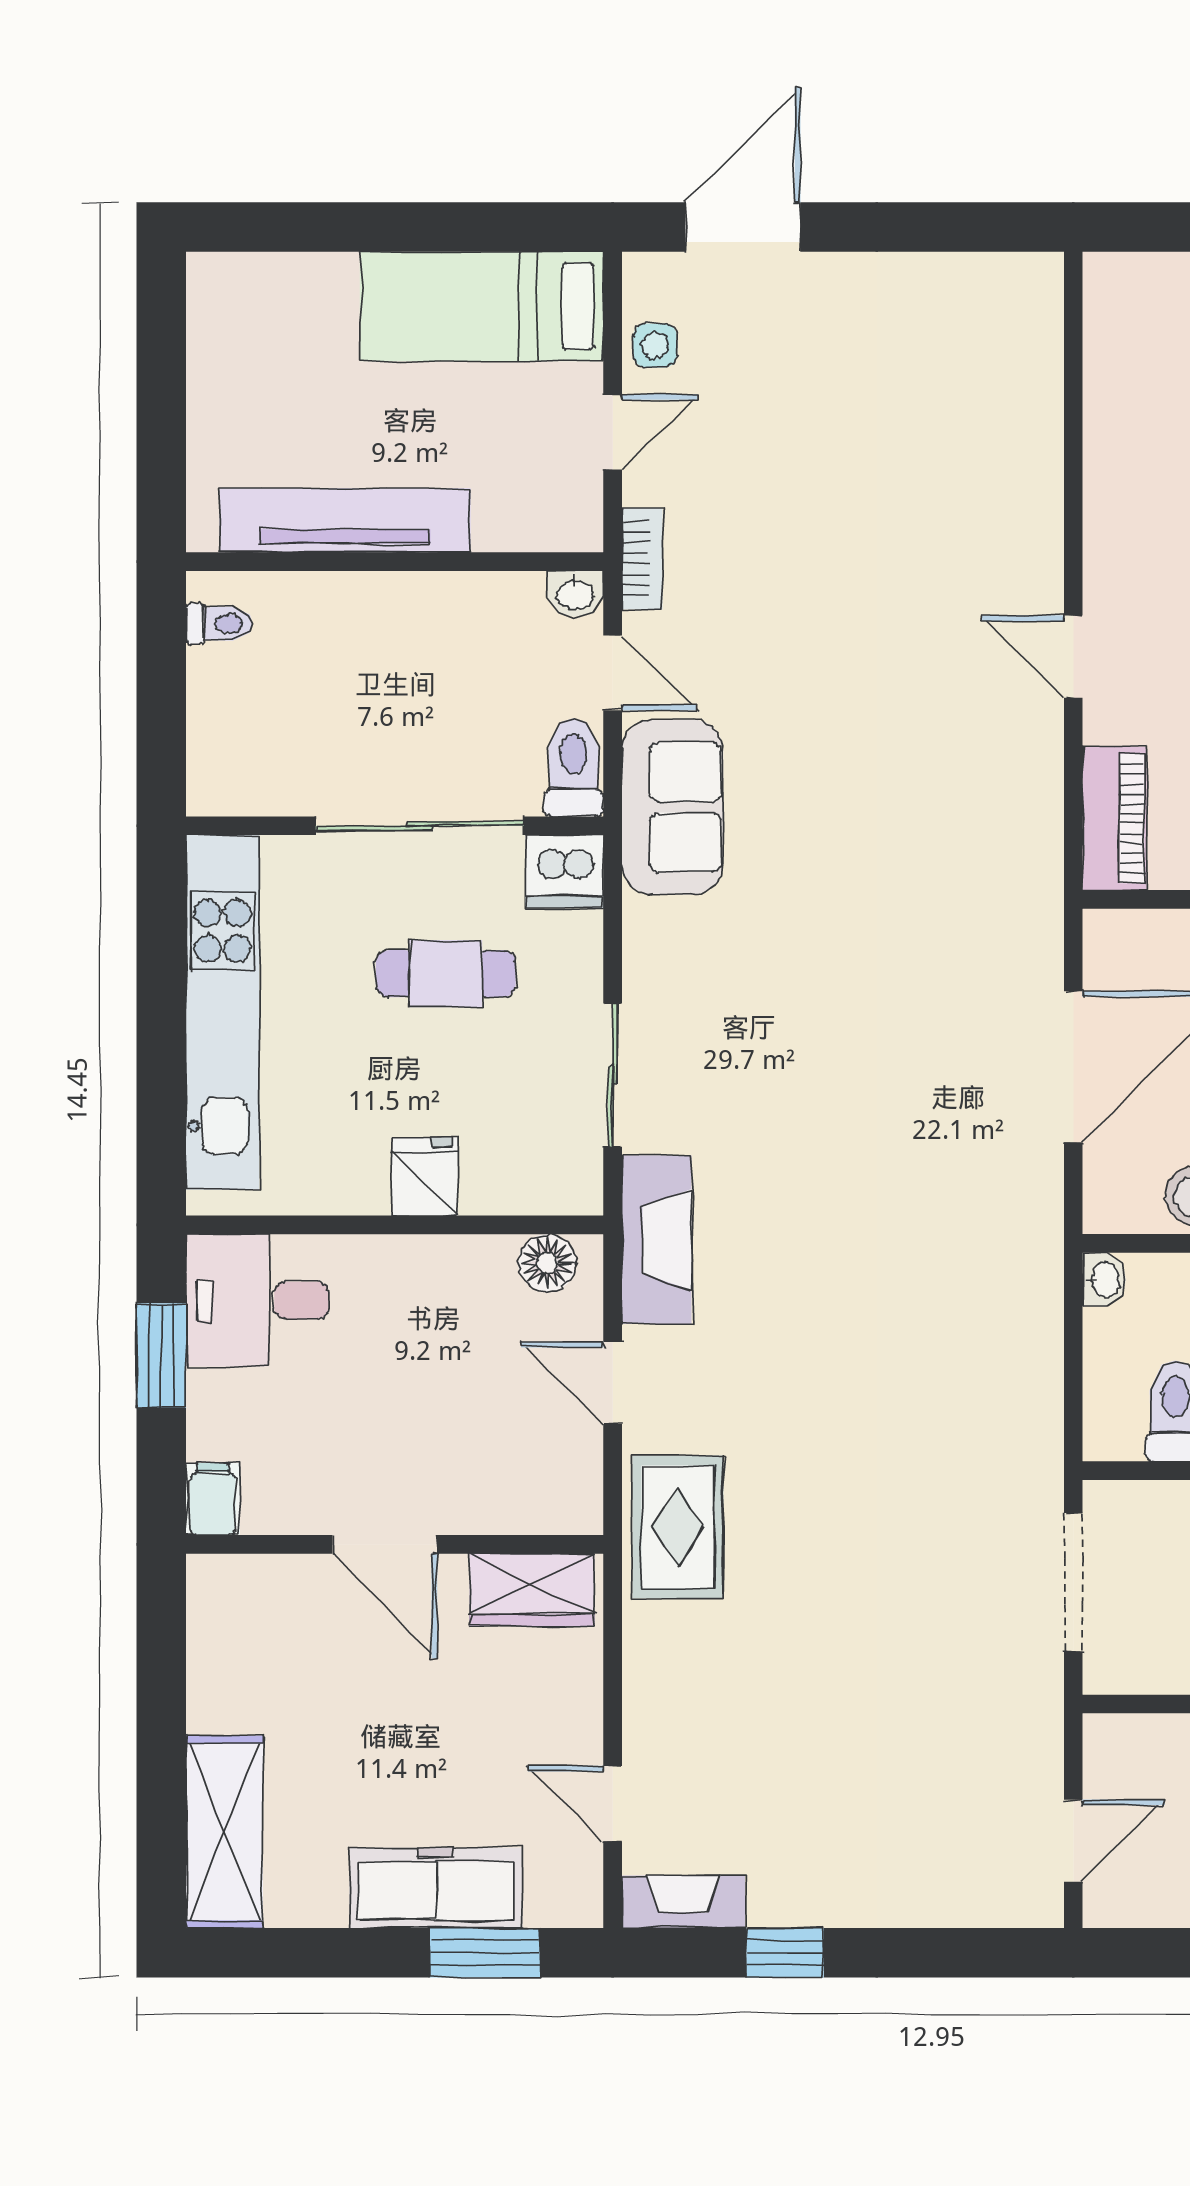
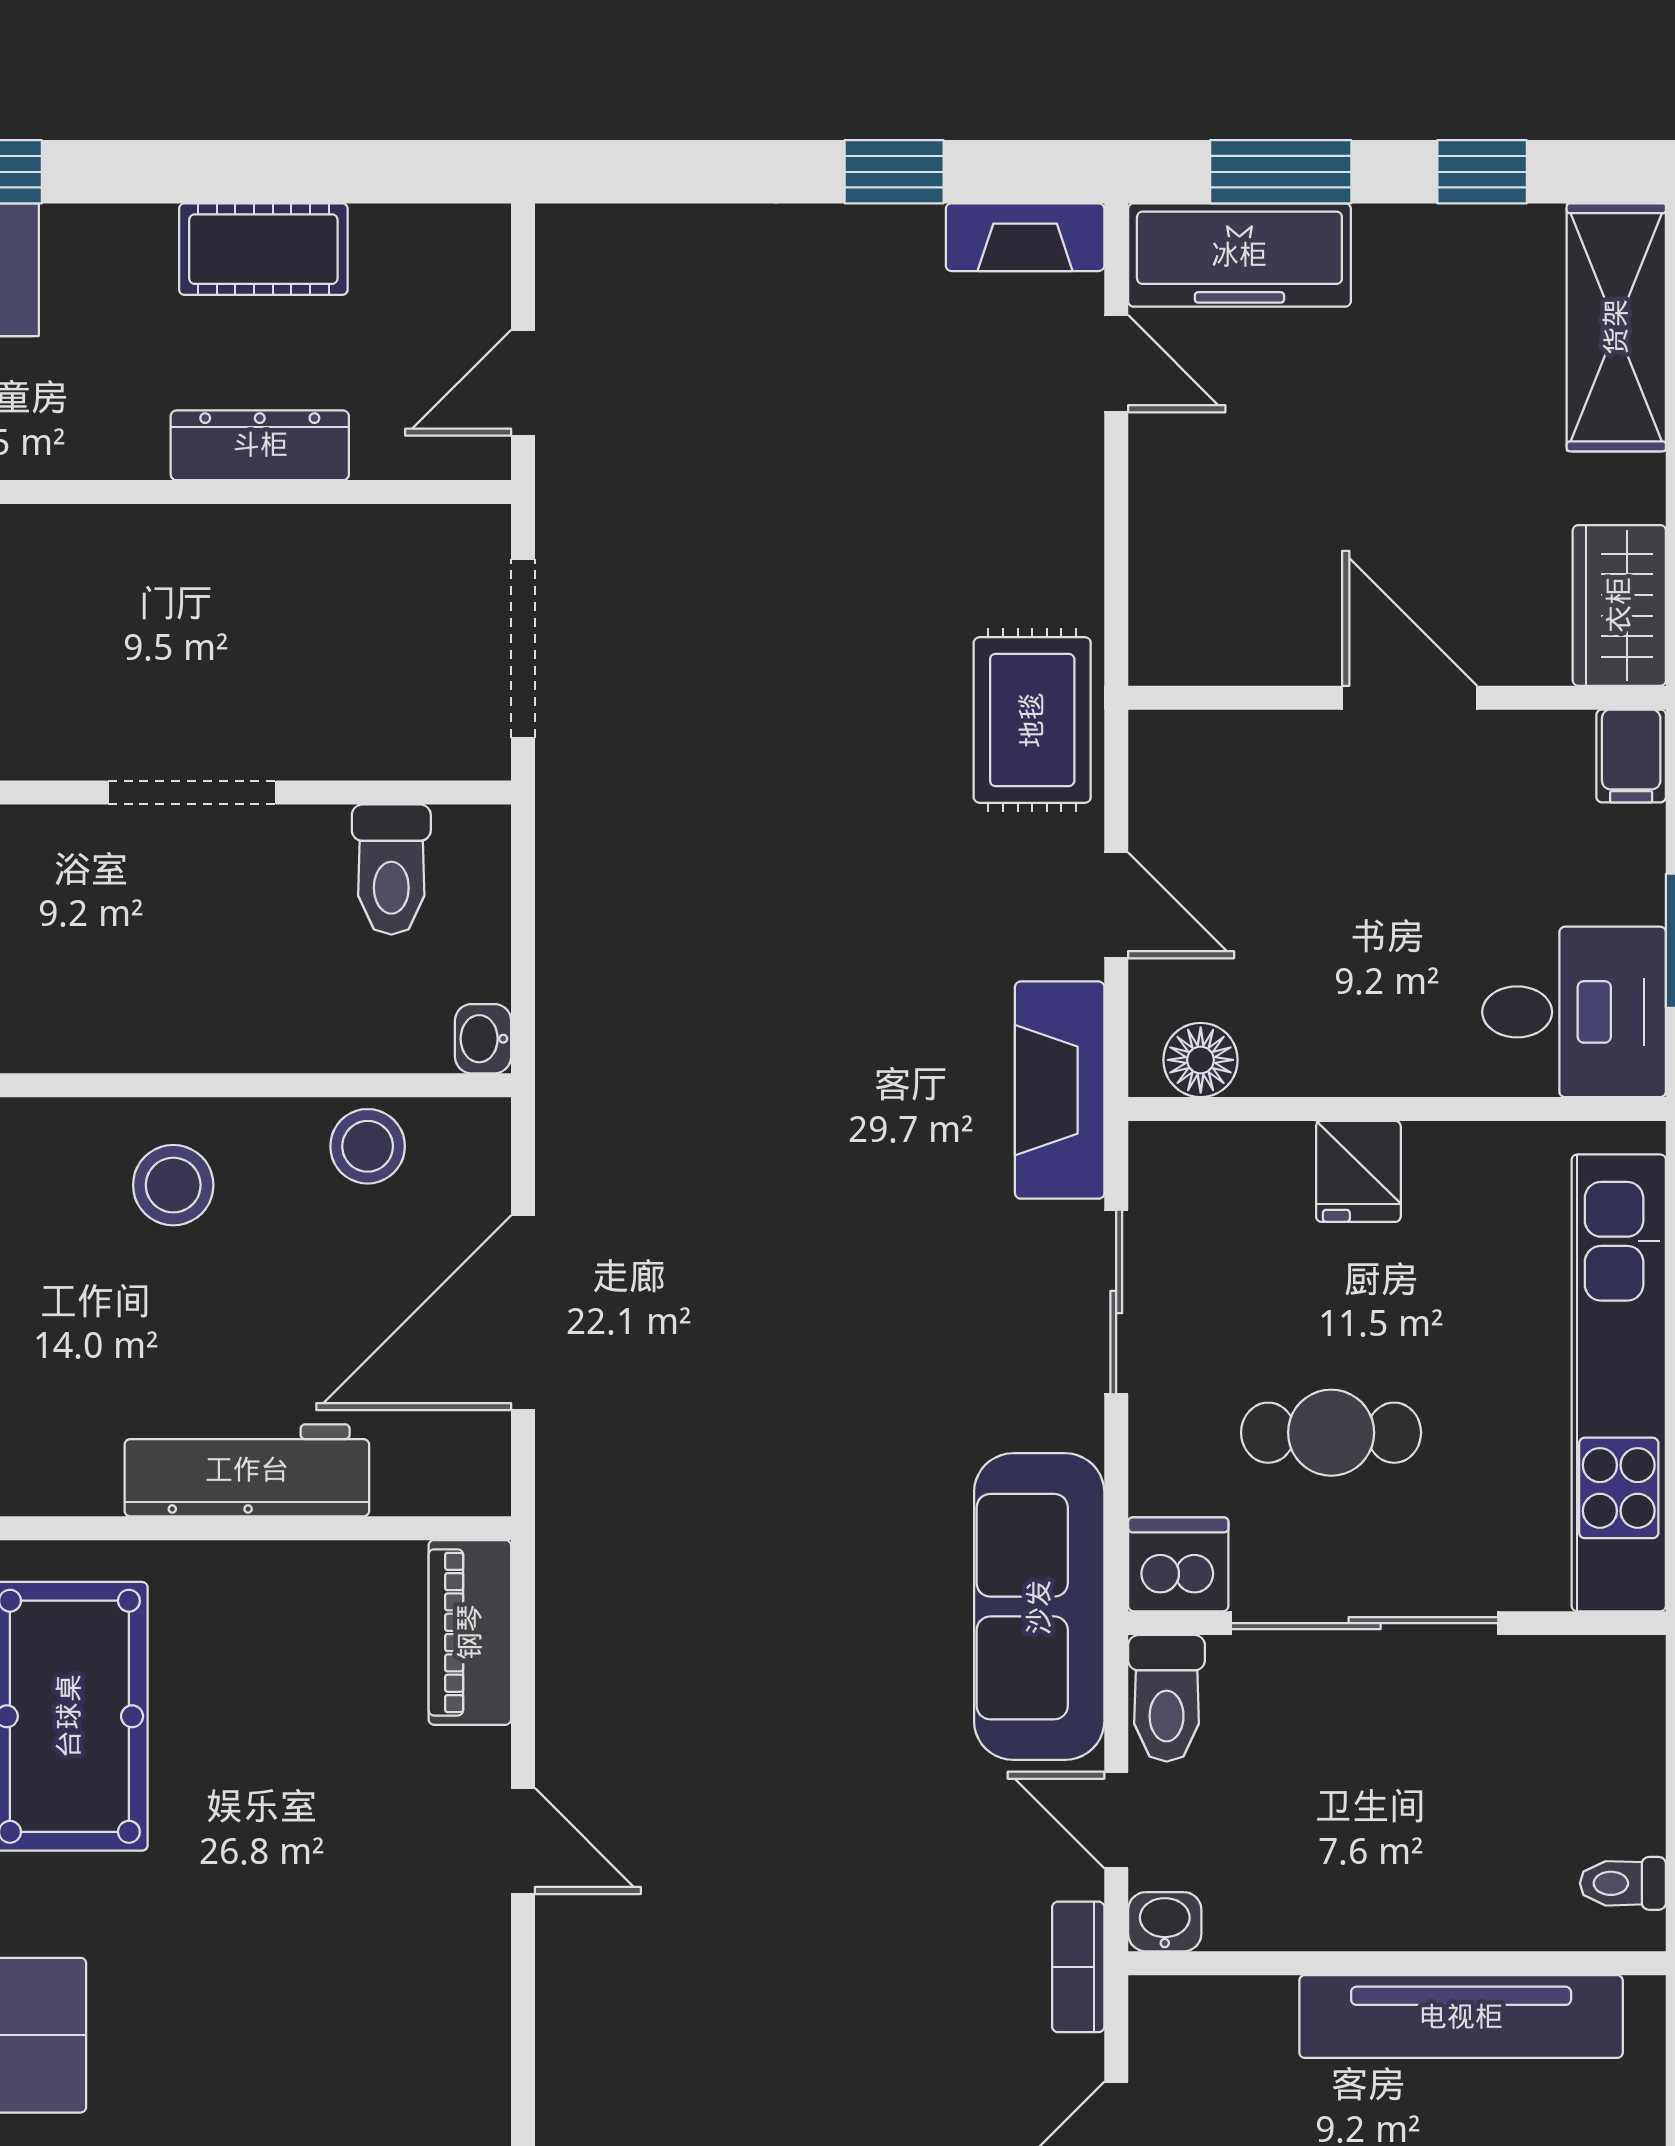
sofa: (672, 807) -> (1039, 1607), width x1.36
wardrobe: (532, 1590) -> (1619, 605), moved, turned -90
door: (1073, 1841) -> (523, 383), moved
freezer: (436, 1888) -> (1239, 255), moved
window: (329, 1953) -> (1482, 172), added

